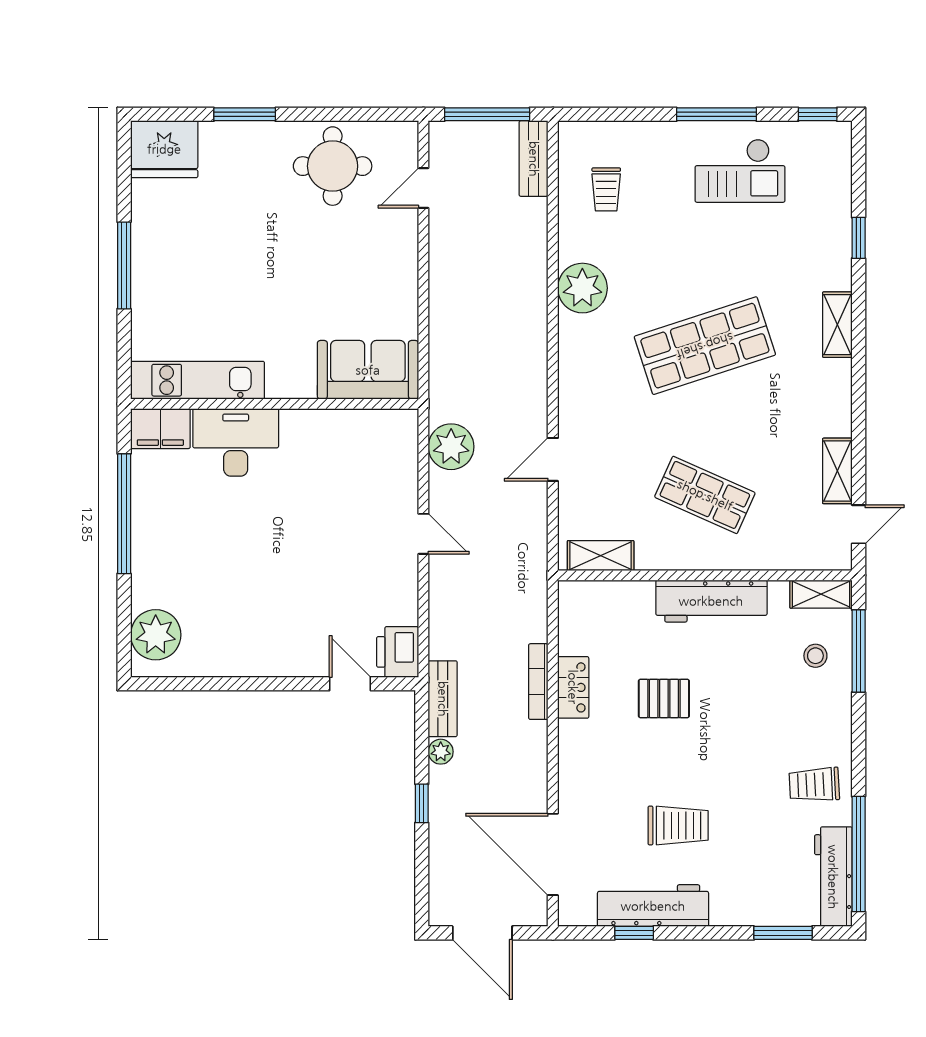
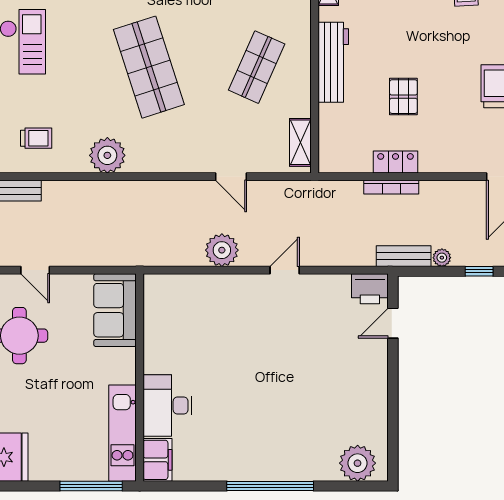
sofa: (368, 370) -> (115, 310), moved
kitchen unit: (197, 380) -> (122, 433), moved
wall: (275, 404) -> (140, 377), moved
filing cabinet: (160, 429) -> (157, 460), moved
desk: (236, 442) -> (167, 406), moved

